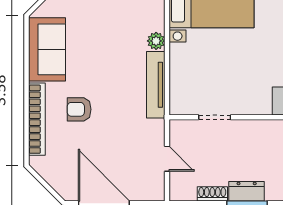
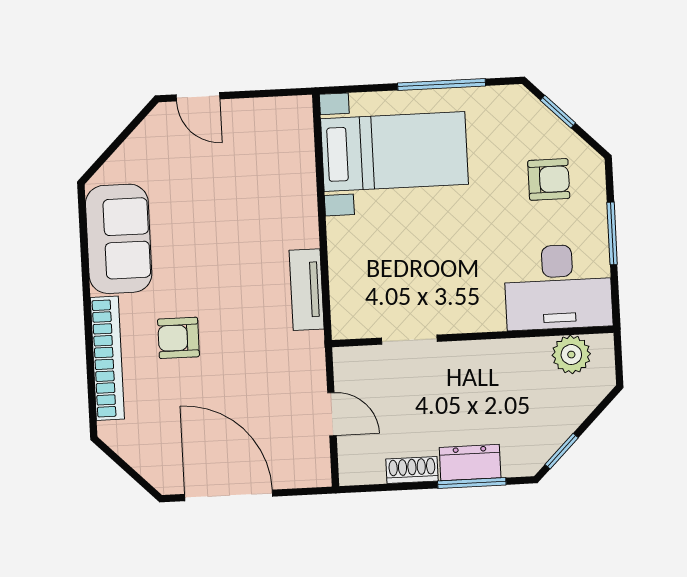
plant: (156, 41) -> (303, 215), removed
tv unit: (156, 85) -> (307, 290), width x0.71

